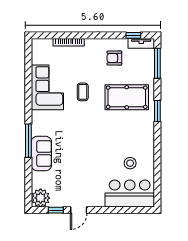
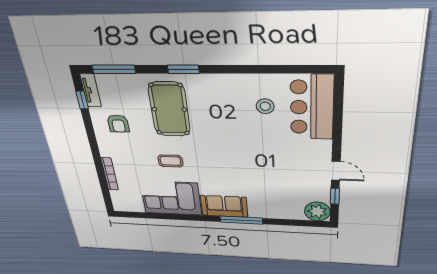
sofa: (41, 154) -> (224, 206), moved

